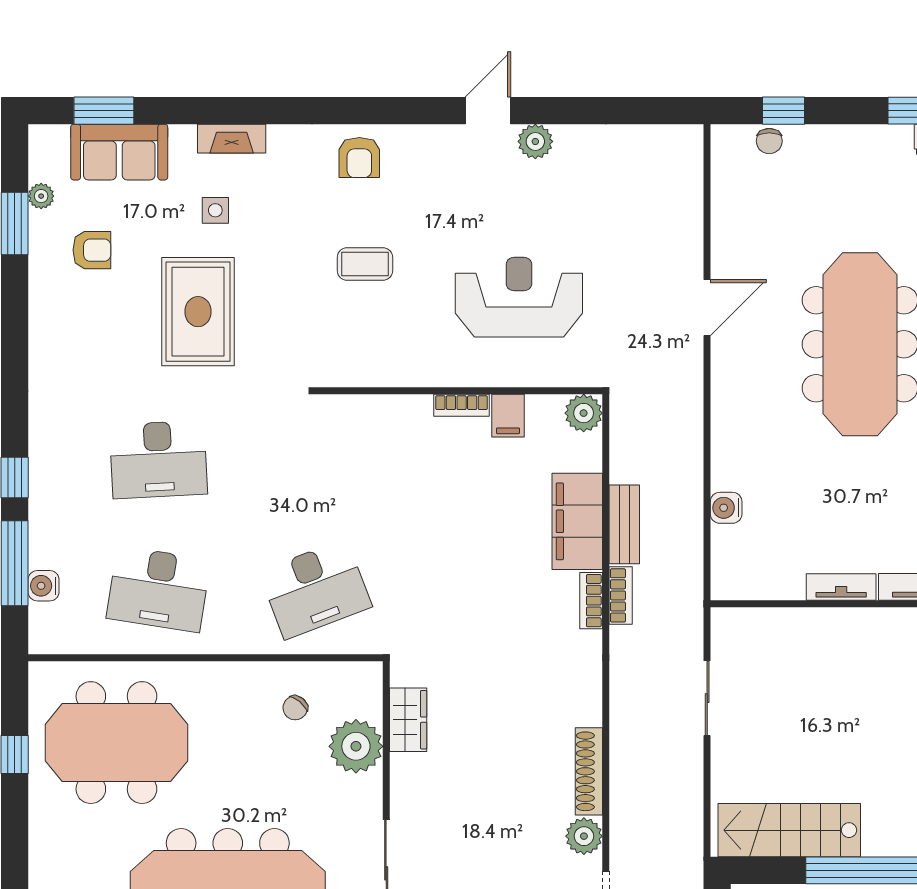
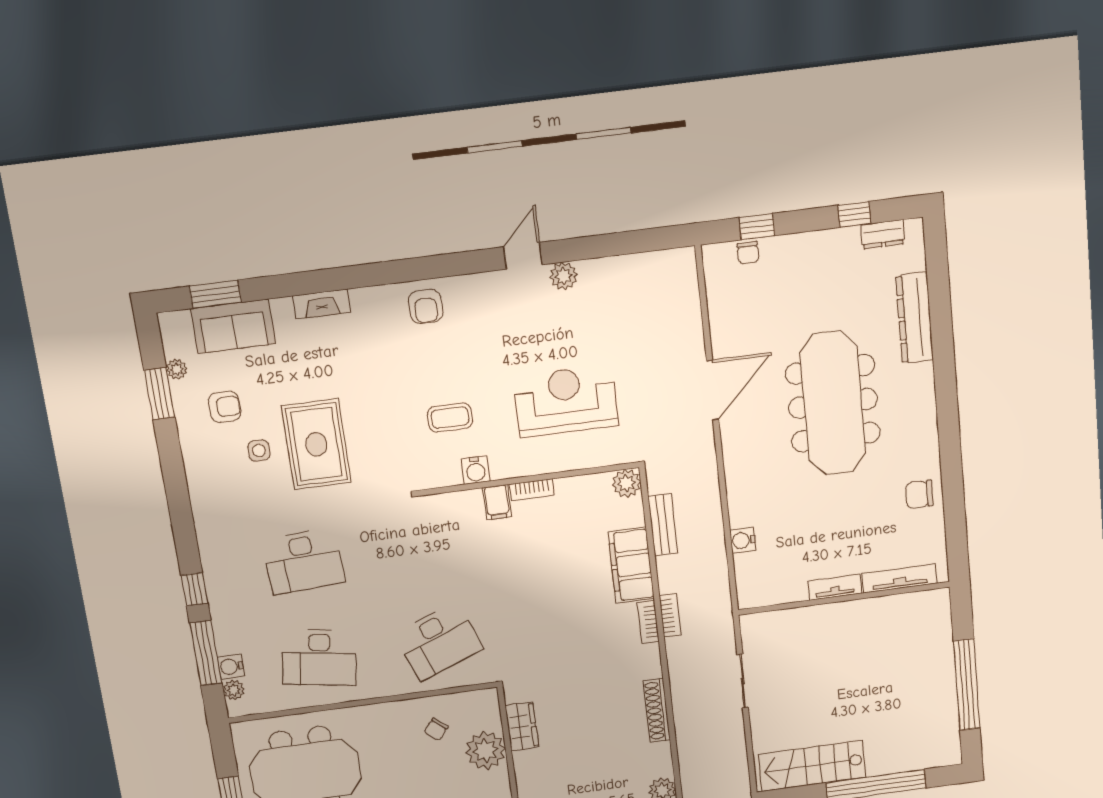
side table: (215, 210) -> (259, 451), moved
coffee table: (365, 264) -> (450, 418), moved
door: (707, 308) -> (713, 390), width x1.36
water cooler: (393, 371) -> (476, 470), added
filing cabinet: (508, 416) -> (497, 502), moved
bench: (624, 524) -> (663, 525), moved
plant: (42, 618) -> (234, 690), added
shoe rack: (589, 771) -> (657, 710), moved

